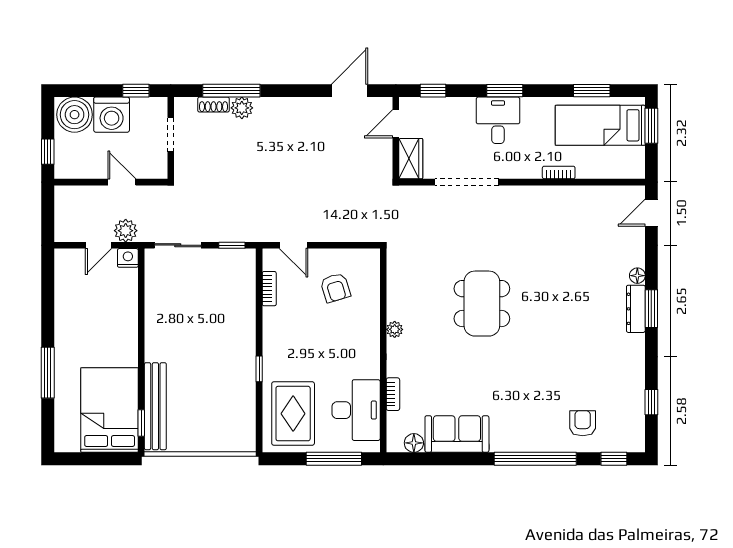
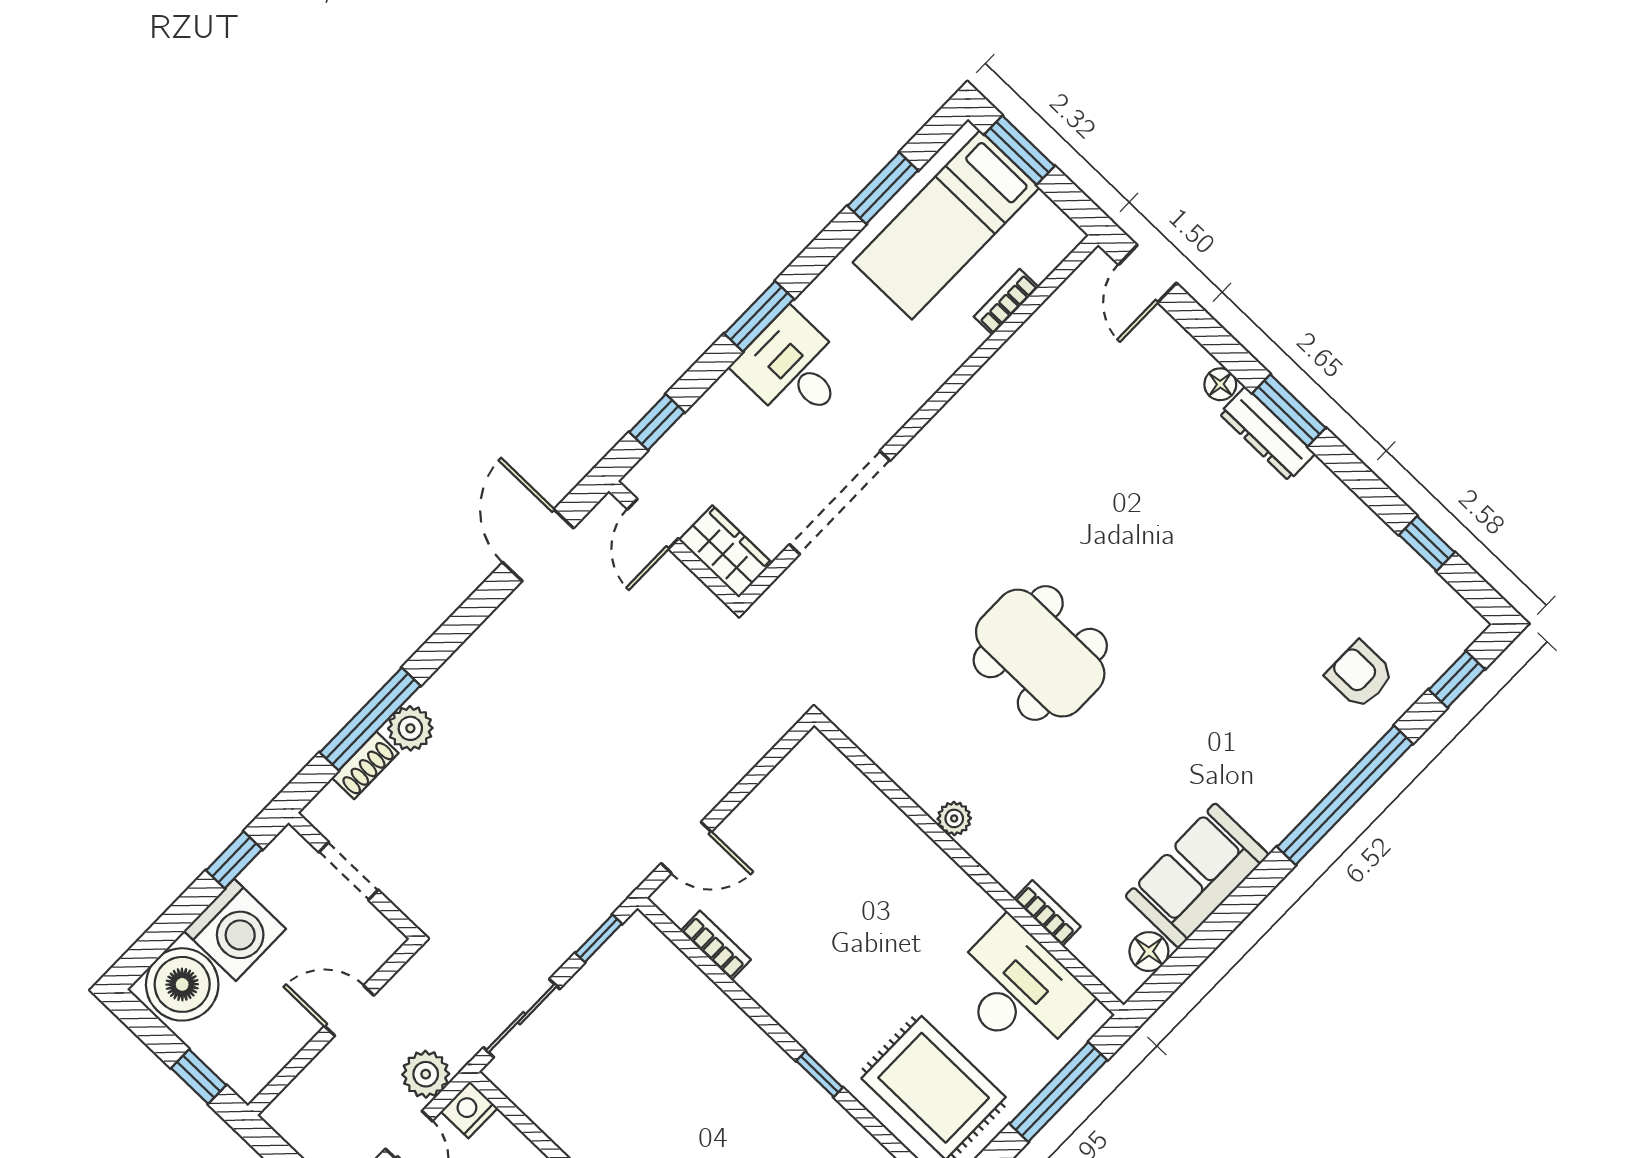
bookcase: (559, 173) -> (1006, 302), moved
armchair: (335, 288) -> (809, 846), removed

